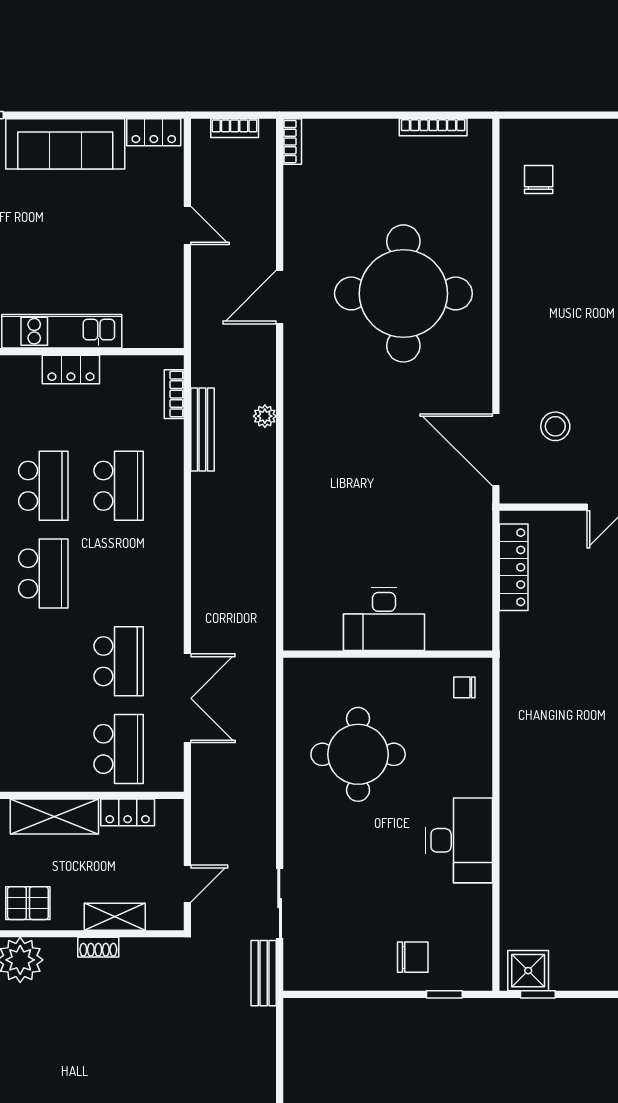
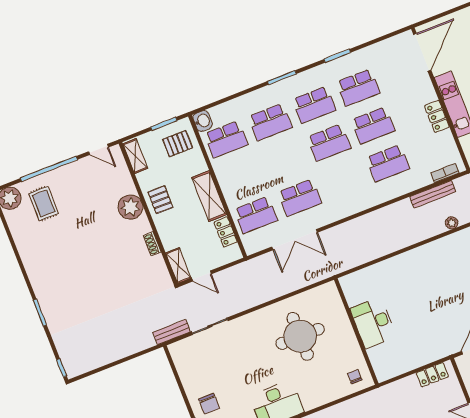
locker: (514, 567) -> (432, 375), width x0.66
shelving: (115, 917) -> (178, 266), moved

